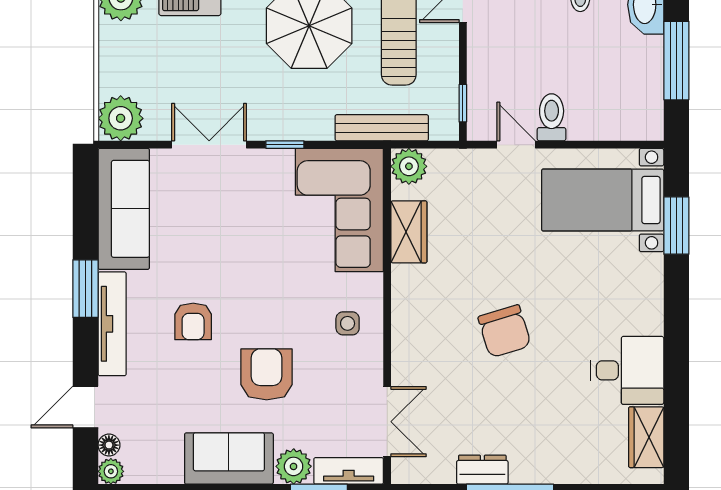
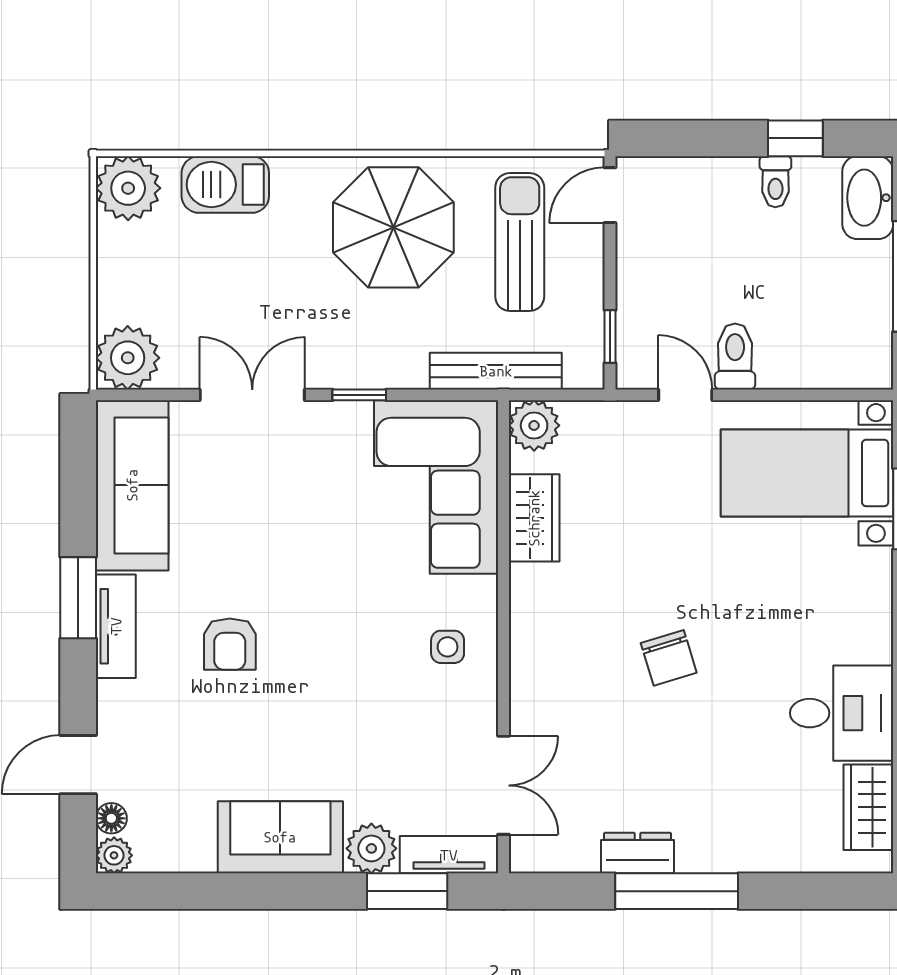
tv unit: (112, 324) -> (116, 626), width x0.71
chair: (504, 331) -> (669, 658), width x0.73, depth x0.73
armchair: (267, 374) -> (333, 719), removed

